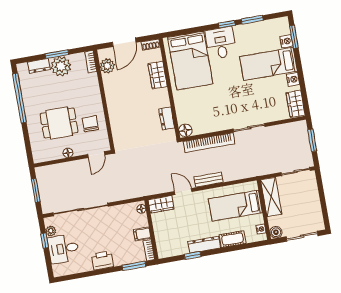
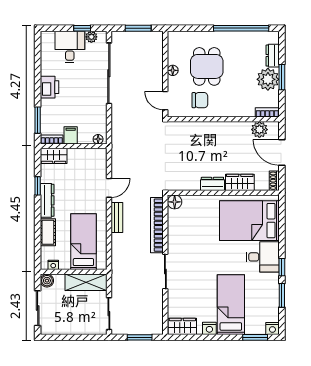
nightstand: (286, 41) -> (272, 329), moved
dresser: (167, 118) -> (212, 184), moved
wardrobe: (161, 204) -> (54, 156), moved, turned -90

